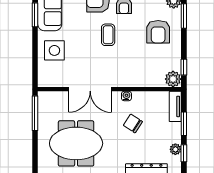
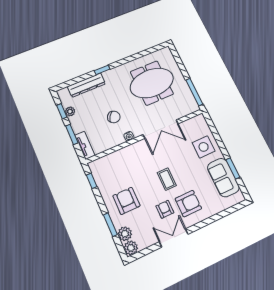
plant: (173, 79) -> (96, 167), removed
double door: (90, 89) -> (161, 129), swing flipped

